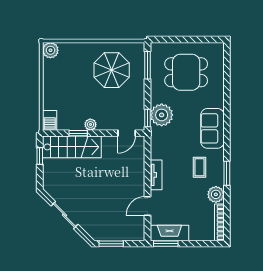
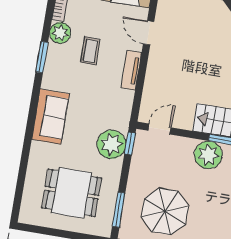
plant: (90, 124) -> (208, 155), width x1.87, depth x1.87
coffee table: (199, 167) -> (90, 51), moved
door: (148, 206) -> (149, 33), swing flipped

